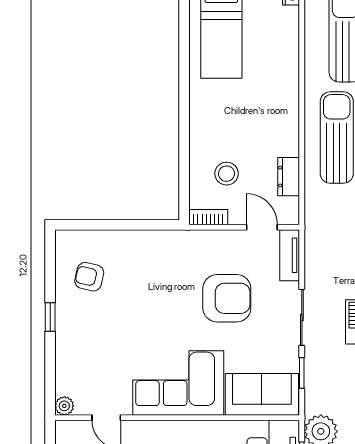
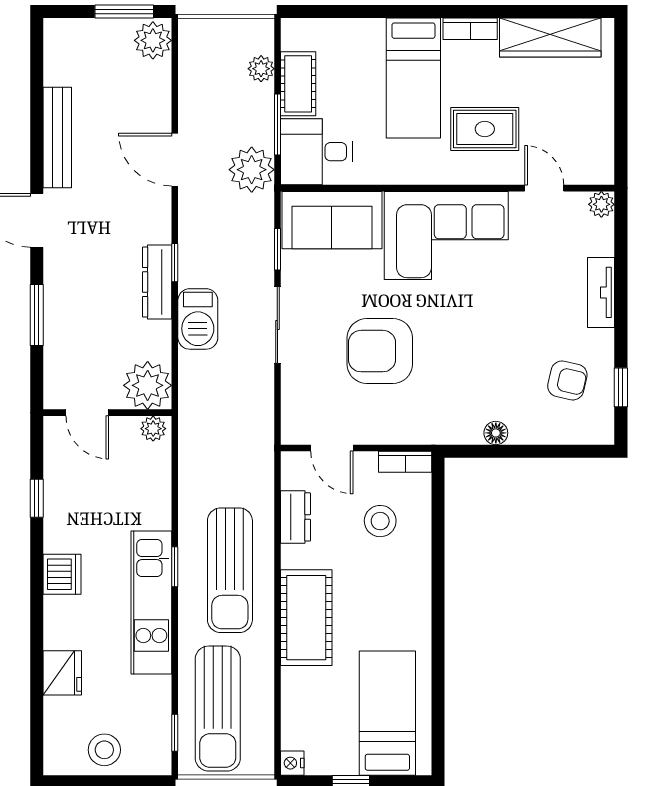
cot: (281, 103) -> (306, 618), added
floor lamp: (142, 238) -> (496, 433), added
tv unit: (290, 255) -> (601, 292), moved, turned 180
window: (50, 317) -> (621, 387), moved

